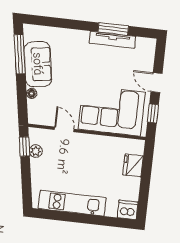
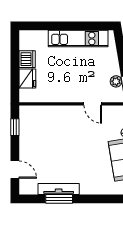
door: (156, 83) -> (15, 170), moved
corner sofa: (112, 111) -> (52, 125), removed
dishwasher: (128, 210) -> (27, 59), moved, turned -90

